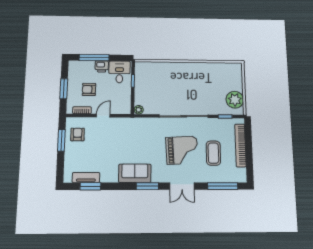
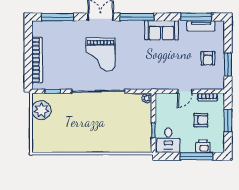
printer: (102, 66) -> (203, 146), moved
armchair: (78, 134) -> (208, 58), moved
grand piano: (182, 150) -> (100, 55), turned -87
coffee table: (213, 153) -> (67, 52), removed
sofa: (135, 173) -> (161, 30), moved
window: (90, 186) -> (196, 17), width x1.44
window: (147, 186) -> (137, 17), width x1.44

